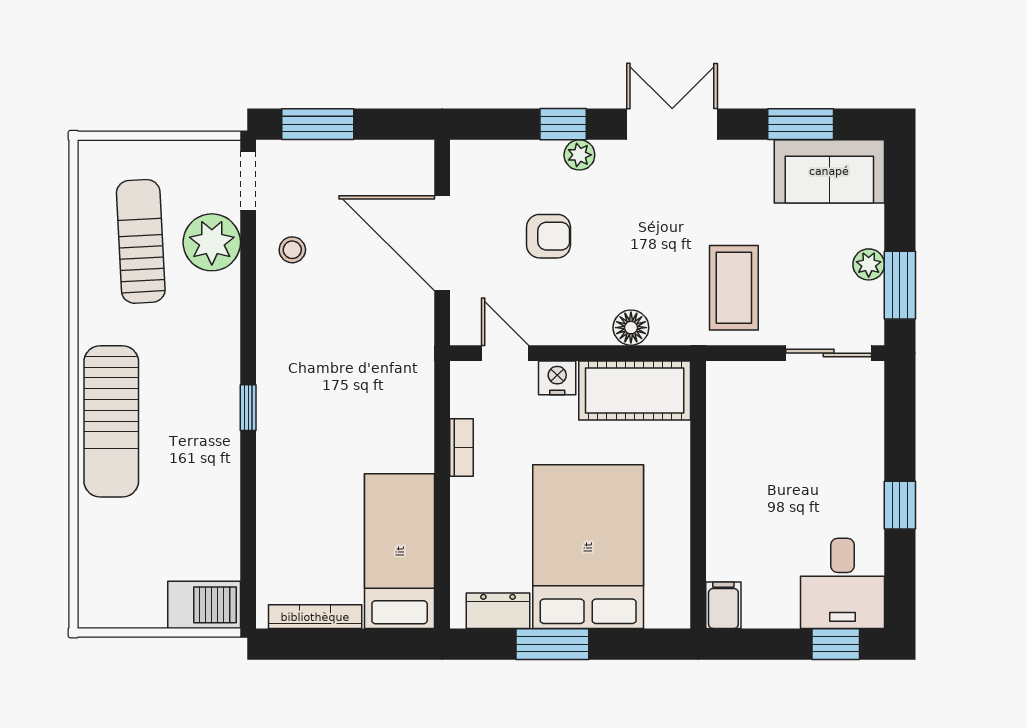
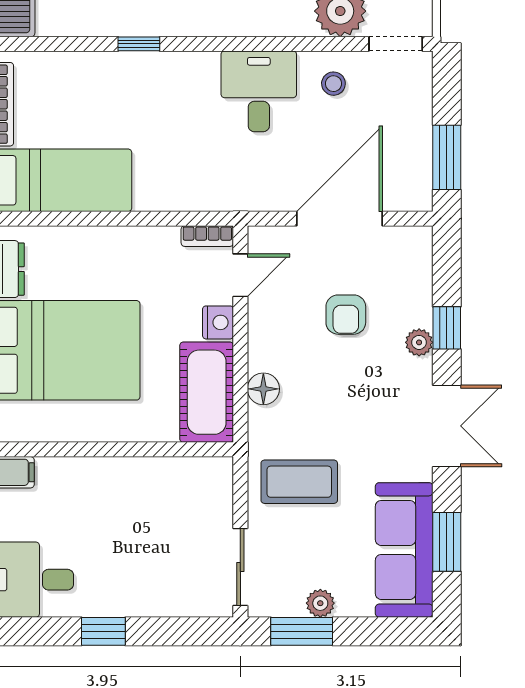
window: (318, 124) -> (447, 157), moved
sofa: (829, 171) -> (404, 550), width x1.36
desk: (301, 333) -> (259, 91), added
window: (248, 408) -> (139, 44), moved
bookcase: (461, 448) -> (207, 236), moved

